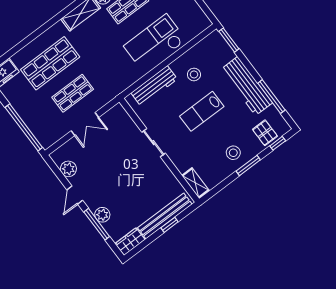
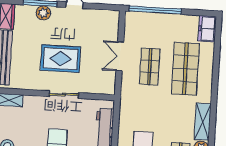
plant: (68, 169) -> (98, 17), removed
rug: (127, 170) -> (61, 59), added

